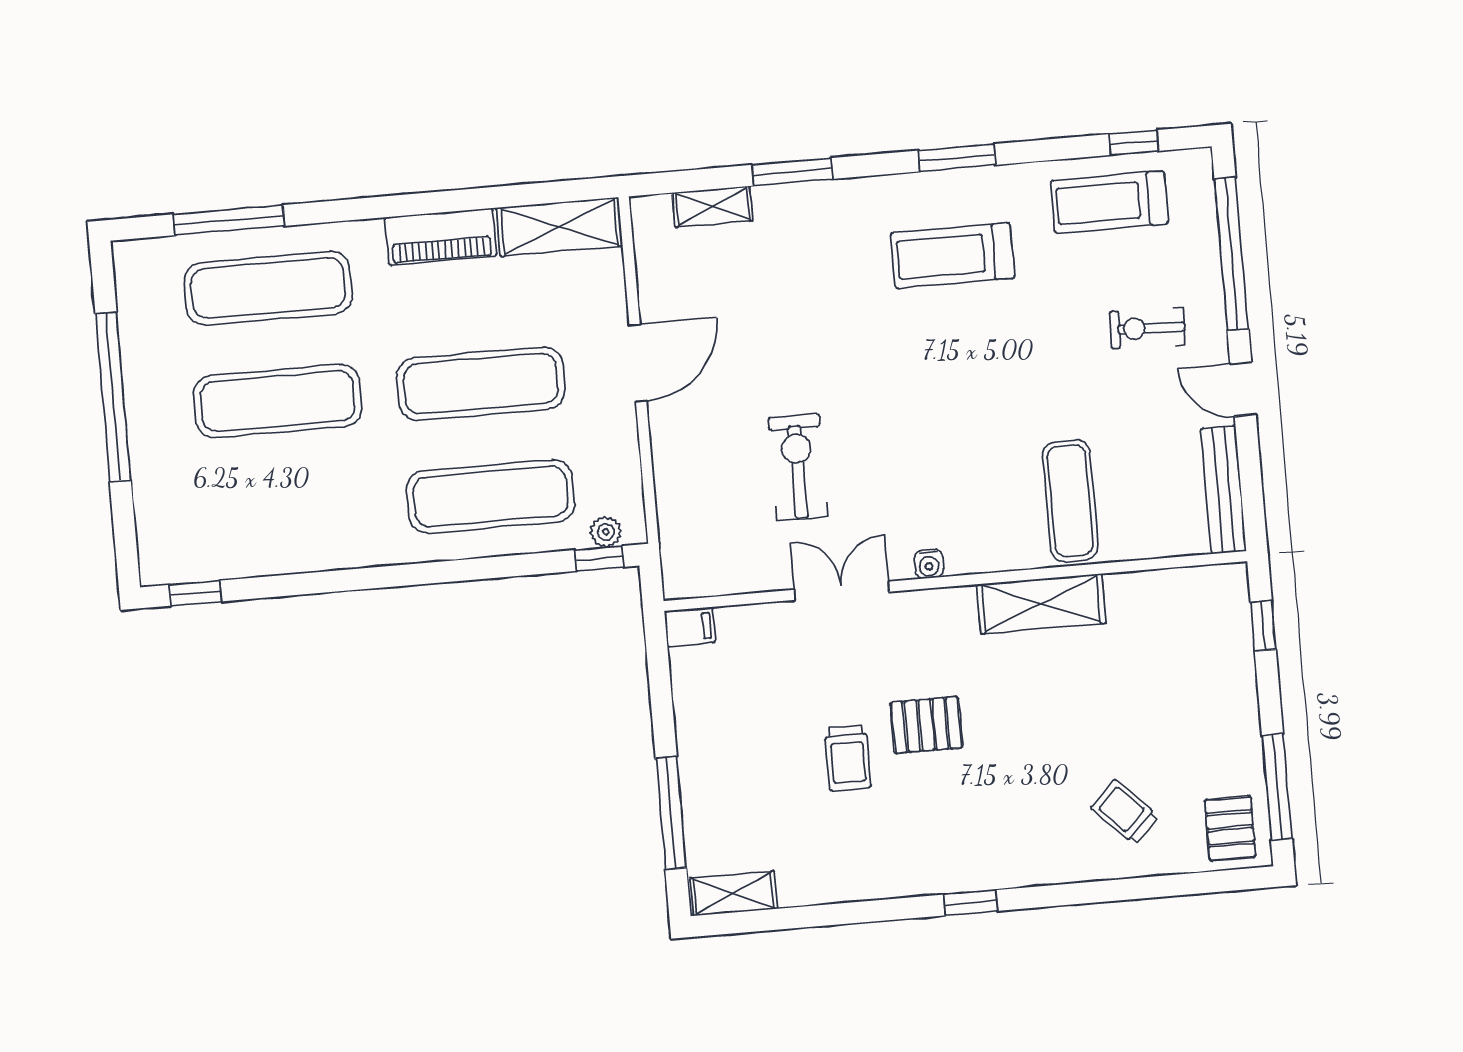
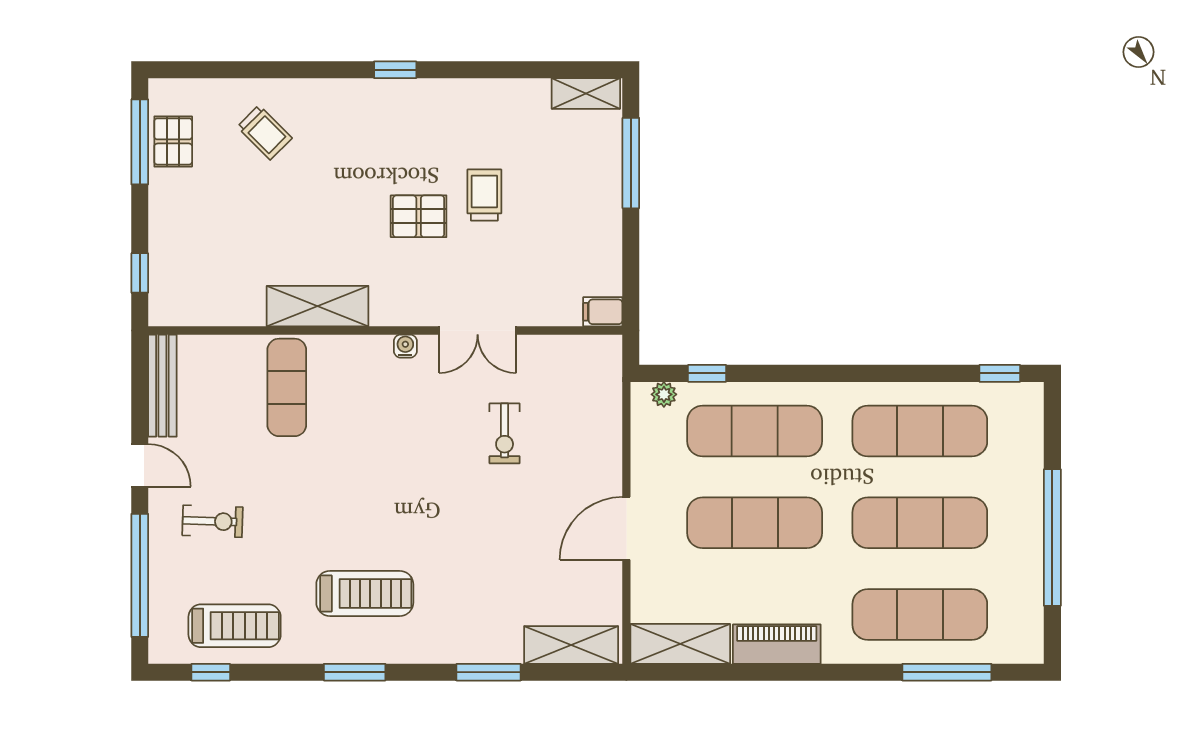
shelving: (712, 207) -> (571, 645), width x1.50, depth x1.33
exercise bike: (798, 467) -> (505, 433), width x0.73, depth x0.72
exercise mat: (287, 514) -> (920, 431), added
window: (599, 559) -> (707, 373), moved
pallet: (1230, 828) -> (173, 141), moved

